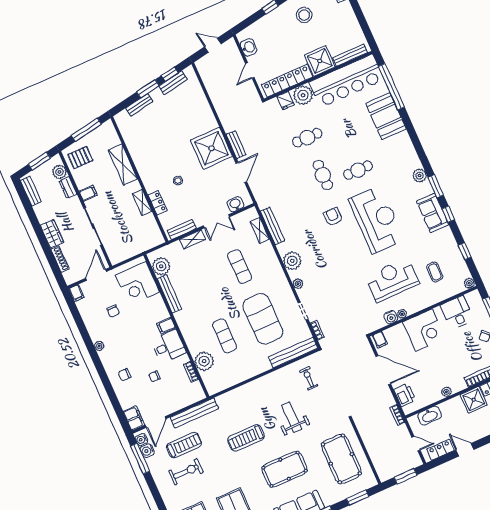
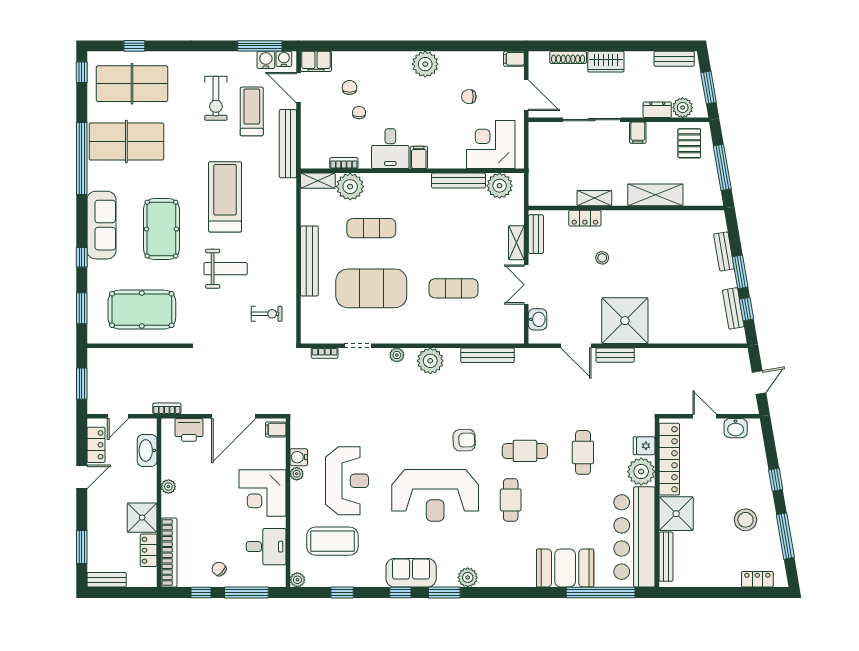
shelving: (260, 231) -> (318, 181), moved
coffee table: (435, 272) -> (332, 541), width x1.86, depth x1.72
plant: (99, 346) -> (425, 64), width x1.88, depth x1.88
bench: (293, 353) -> (309, 261), moved
chair: (125, 375) -> (350, 87), moved
treadmill: (246, 438) -> (225, 197), width x1.37, depth x1.38
treadmill: (184, 445) -> (252, 111), turned 180

